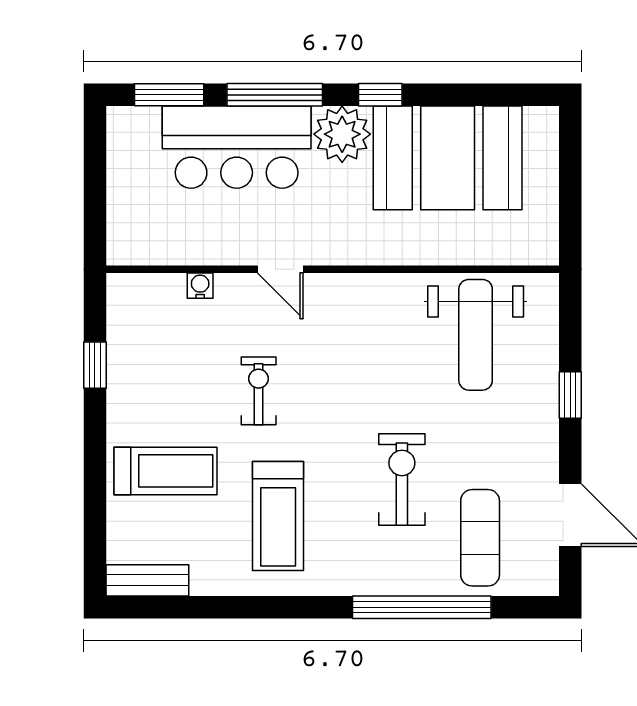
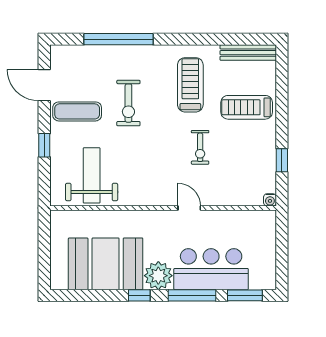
water cooler: (200, 286) -> (270, 200), moved
exercise mat: (480, 538) -> (77, 111), moved, turned 90
bench: (147, 580) -> (248, 53), width x1.36

